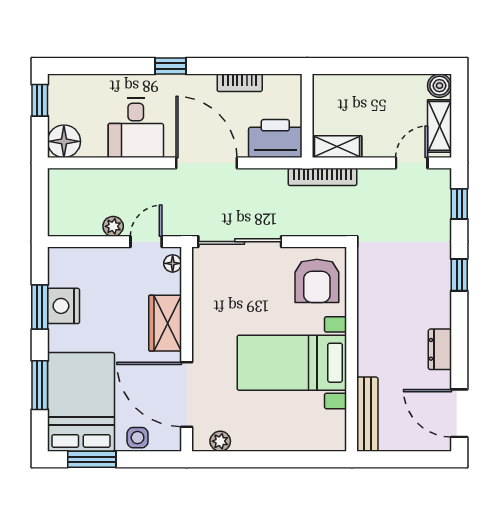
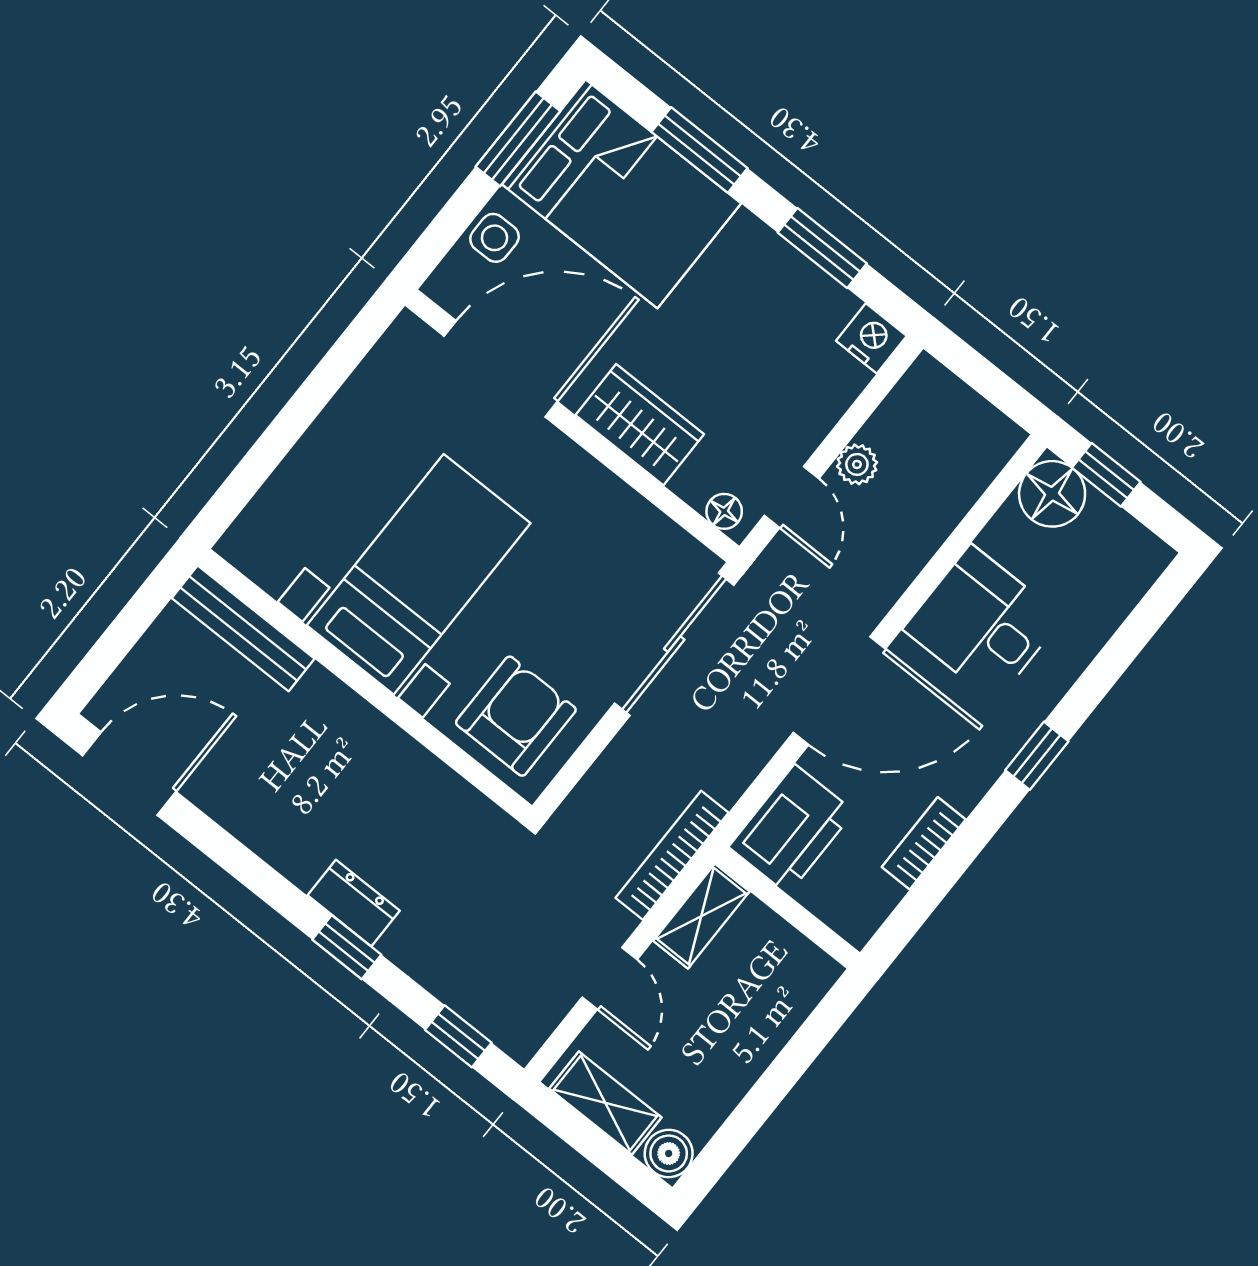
window: (40, 100) -> (1106, 475), moved
door: (412, 163) -> (610, 978), moved
armchair: (317, 281) -> (516, 716), turned 90
nightstand: (64, 306) -> (871, 338), moved, width x0.74, depth x0.75
dresser: (440, 349) -> (354, 903), moved
plant: (220, 441) -> (385, 363), removed

